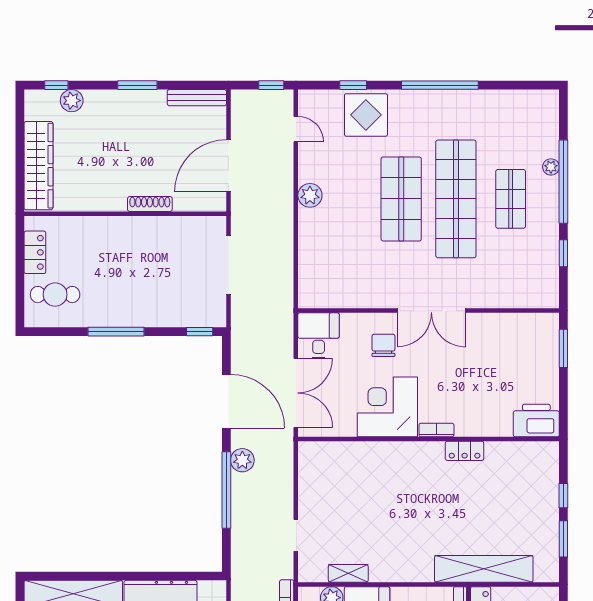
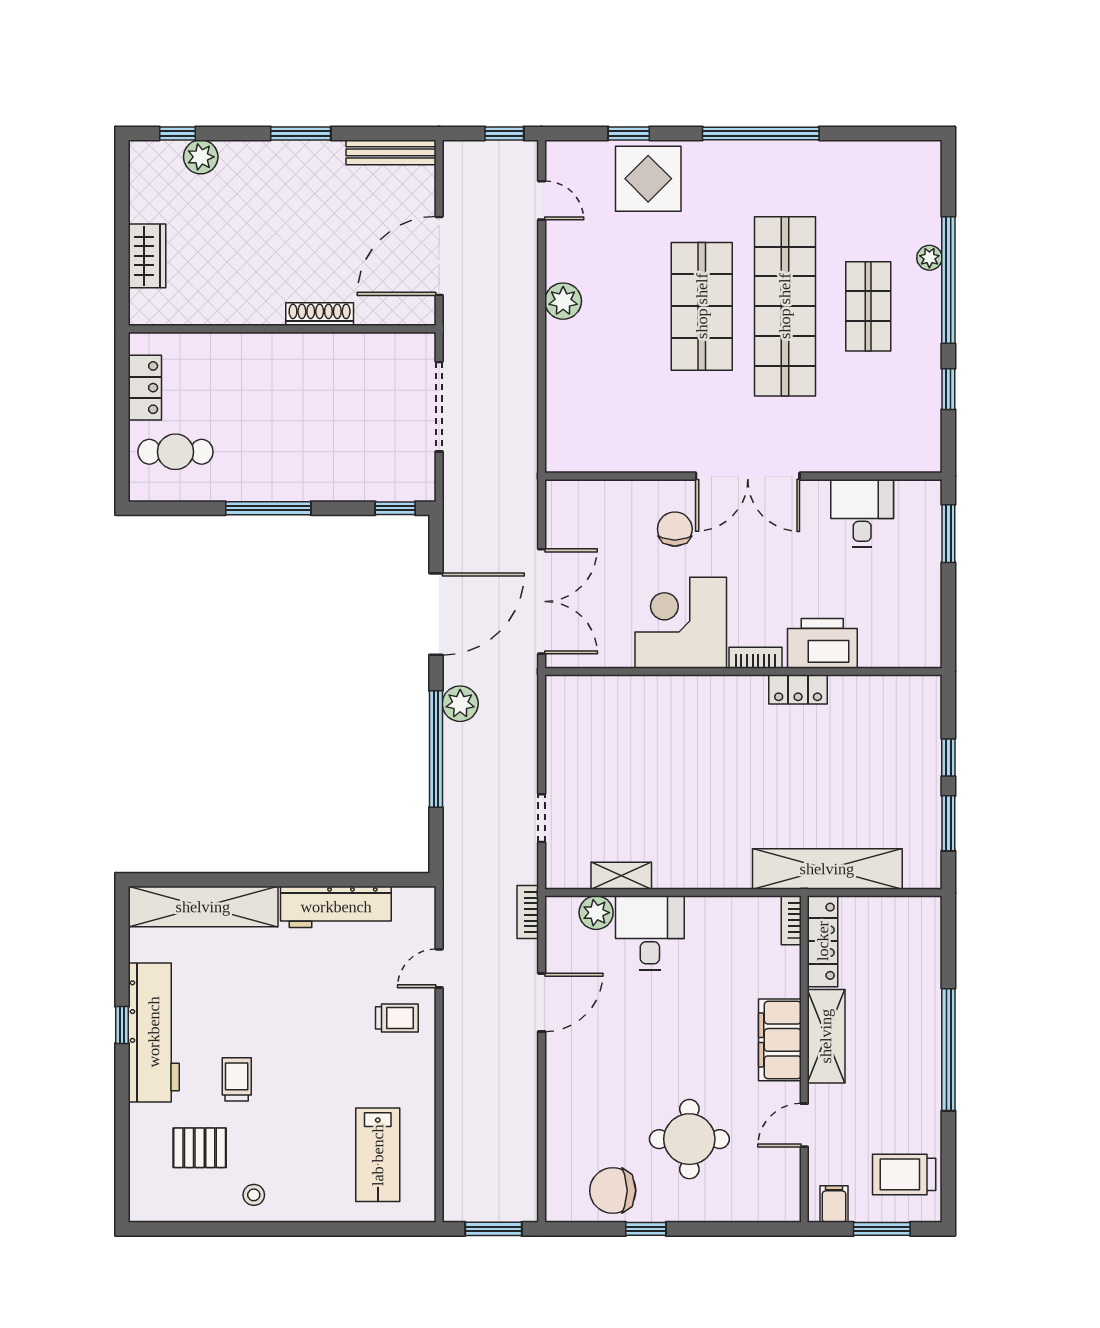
wardrobe: (38, 166) -> (147, 256), width x0.48, depth x0.85
desk: (319, 335) -> (862, 513), moved
door: (226, 401) -> (436, 614), hinge flipped
printer: (536, 421) -> (822, 643), moved

